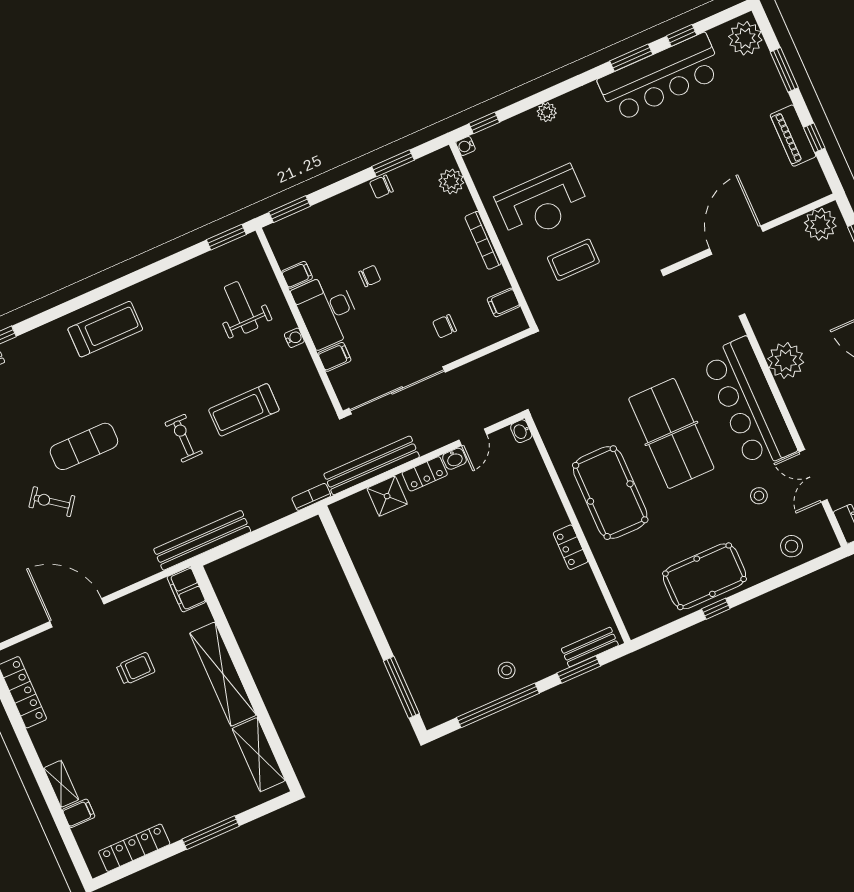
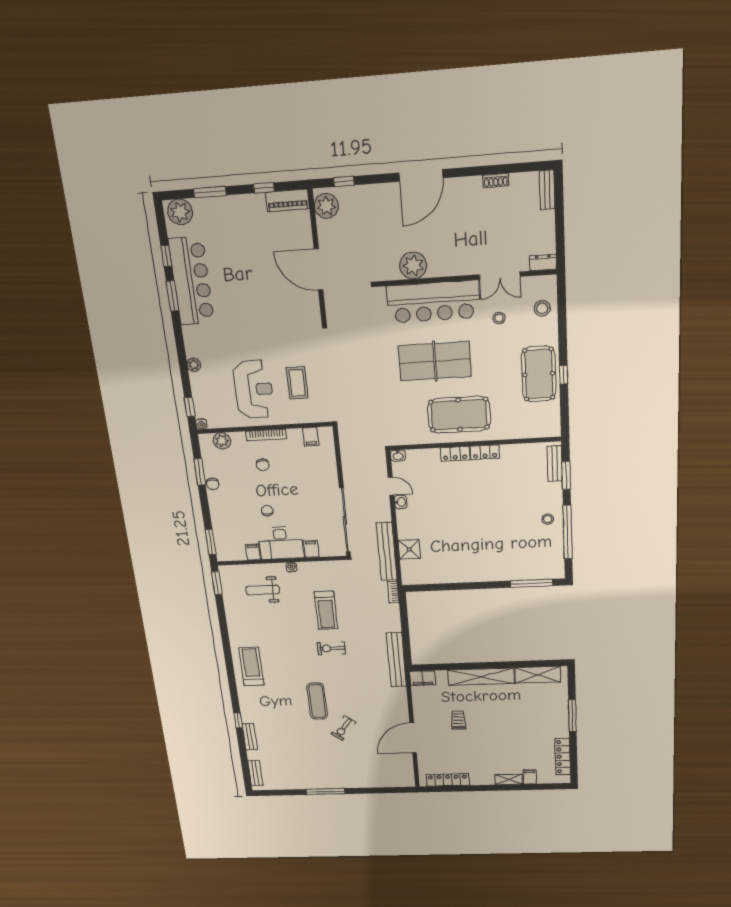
piano: (793, 136) -> (287, 200), moved
chair: (445, 326) -> (263, 465), moved
locker: (425, 474) -> (455, 454), moved, turned 90

